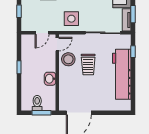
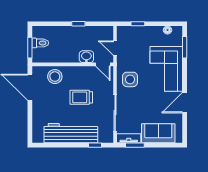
stool: (68, 59) -> (55, 77), moved
washbasin: (50, 79) -> (86, 57), moved

